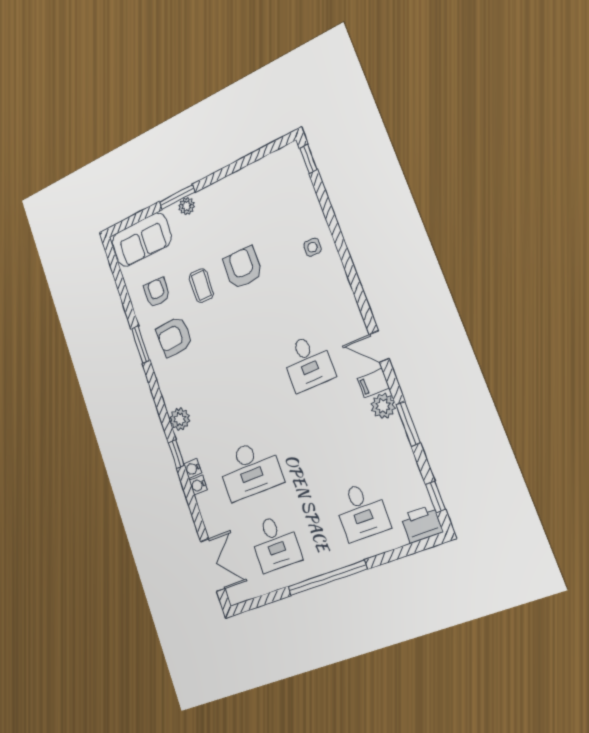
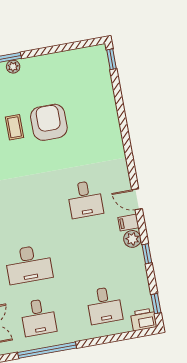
side table: (312, 247) -> (103, 121), removed
armchair: (243, 268) -> (49, 122), width x1.36, depth x1.36
window: (408, 424) -> (147, 254), width x0.67
window: (327, 578) -> (47, 350), moved

